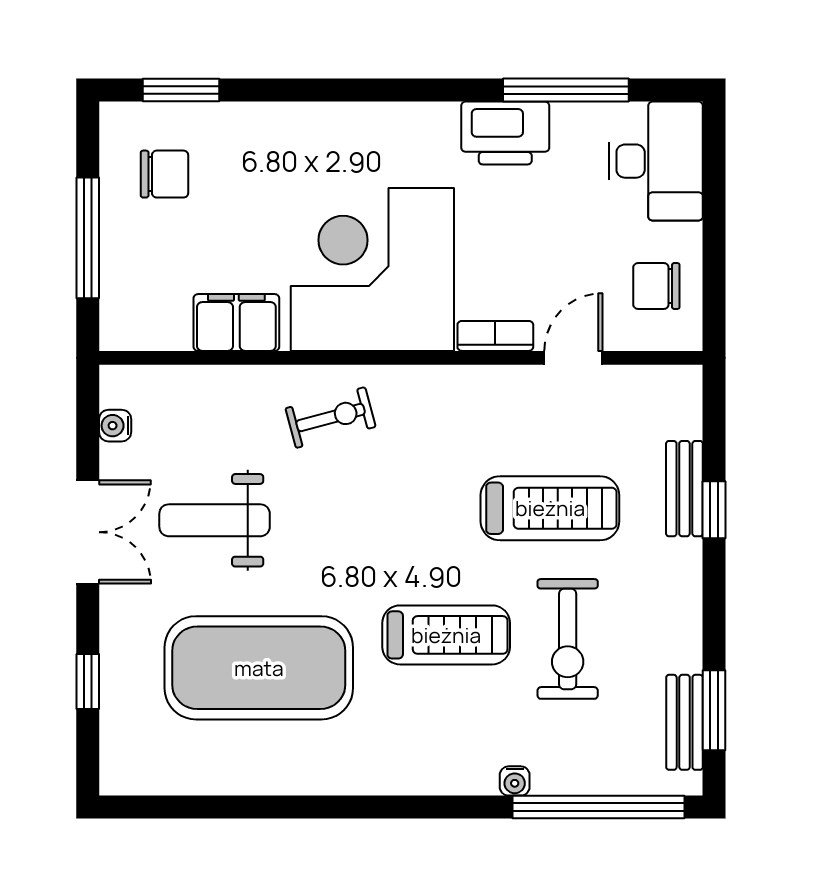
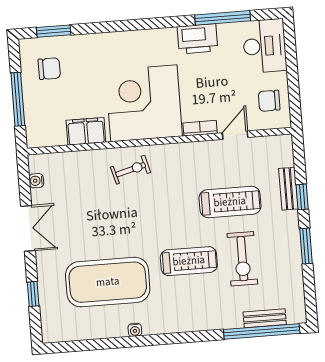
weight bench: (215, 520) -> (83, 219), removed
window: (714, 710) -> (306, 246), moved
bench: (685, 722) -> (265, 318), moved, turned 90
water cooler: (515, 781) -> (135, 330), moved

